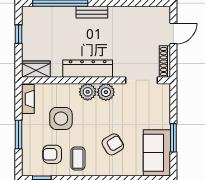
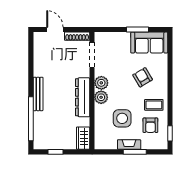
bench: (92, 12) -> (38, 94), width x1.36
fireplace: (28, 99) -> (129, 145), moved

